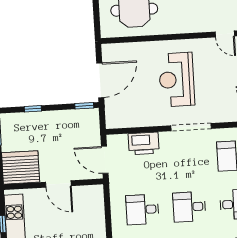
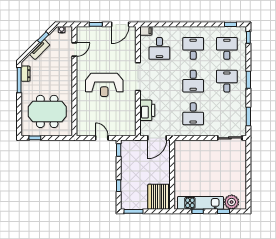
door: (100, 80) -> (102, 138), width x0.53
door: (58, 184) -> (172, 171), removed

